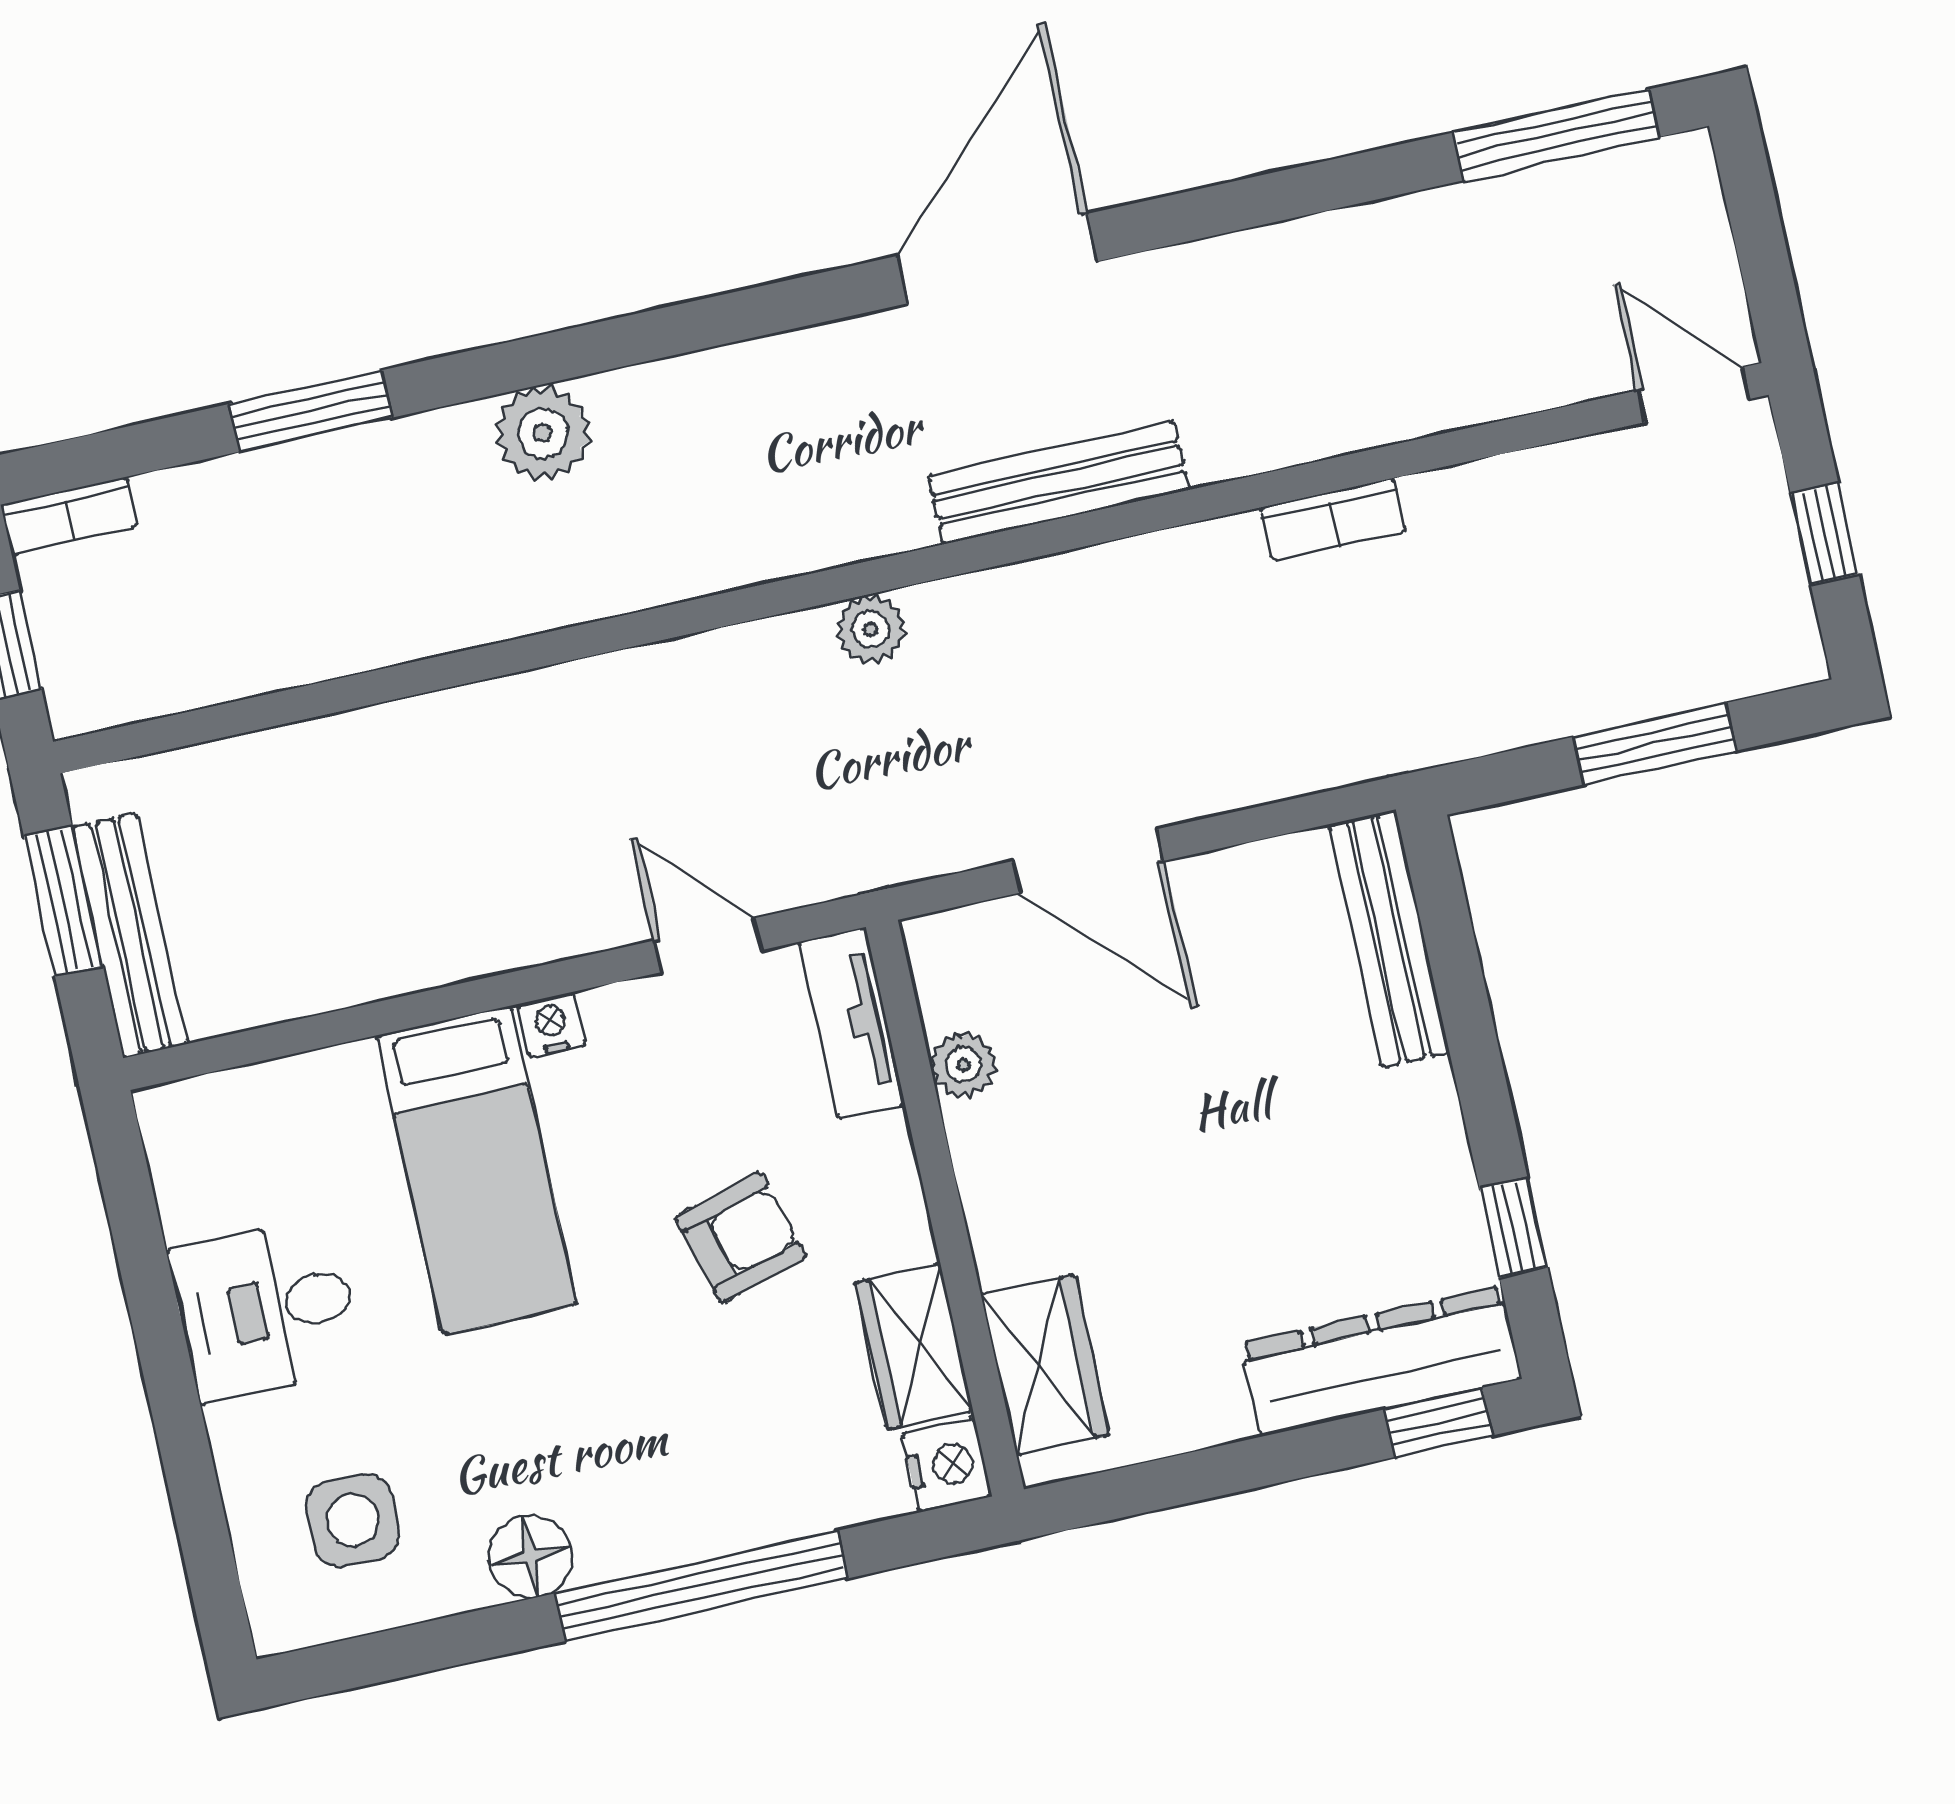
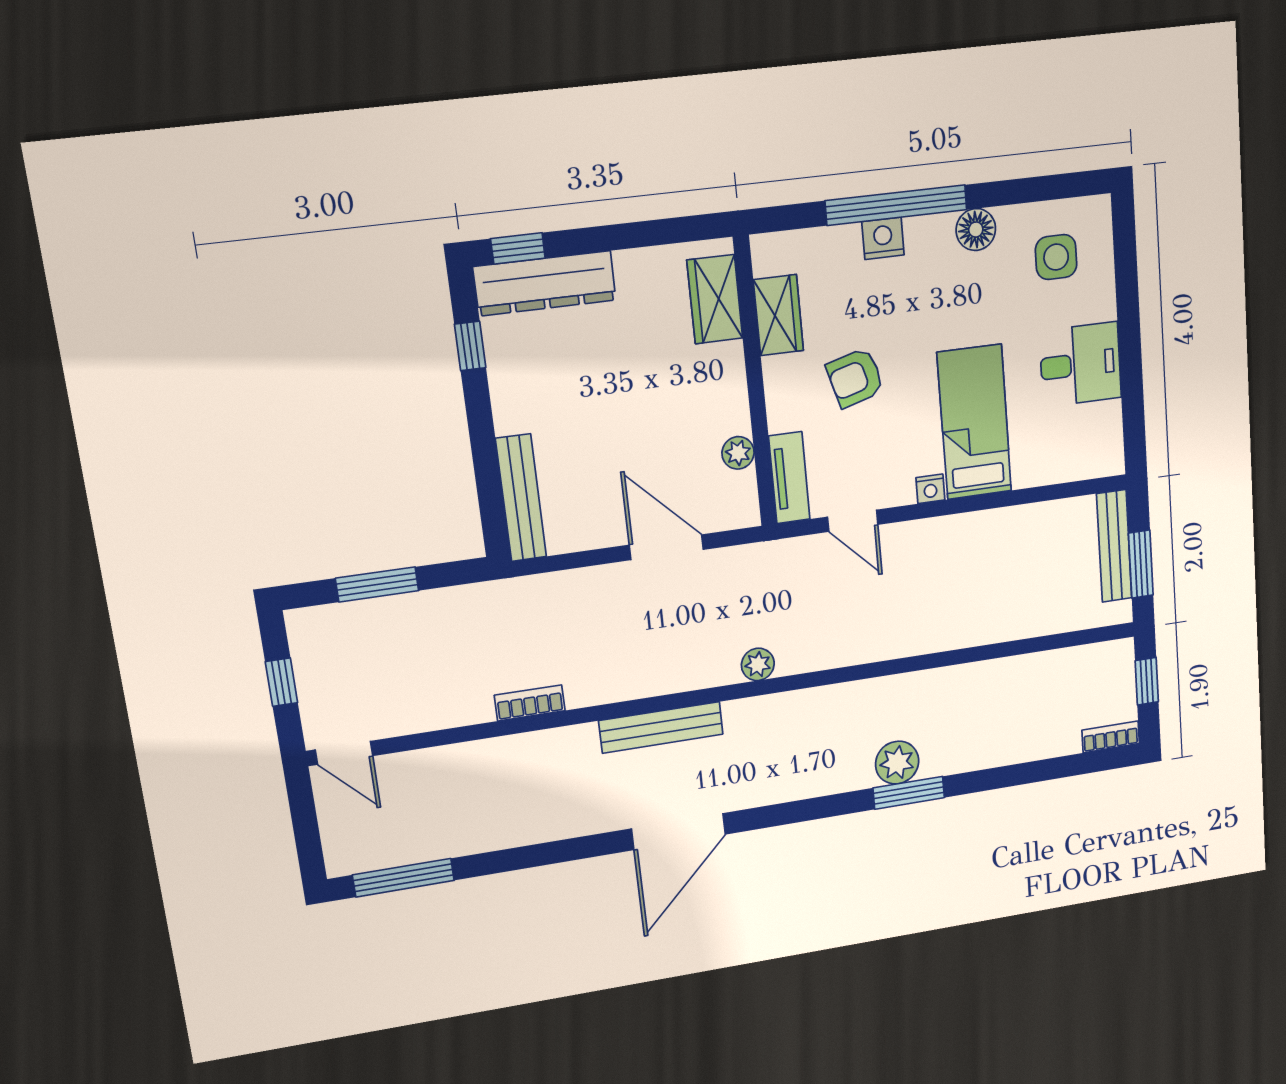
window: (311, 411) -> (909, 793), moved
nightstand: (947, 1465) -> (883, 238), moved, turned 90

